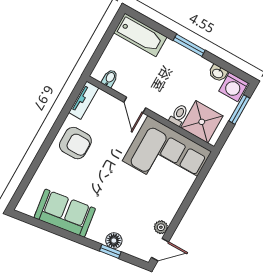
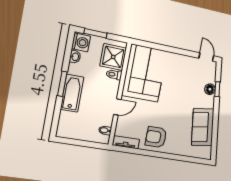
bathtub: (140, 35) -> (72, 93), moved
armchair: (75, 143) -> (156, 137), turned -90
plant: (161, 227) -> (192, 61), removed

